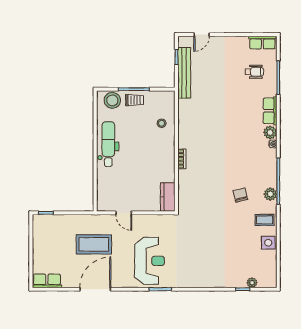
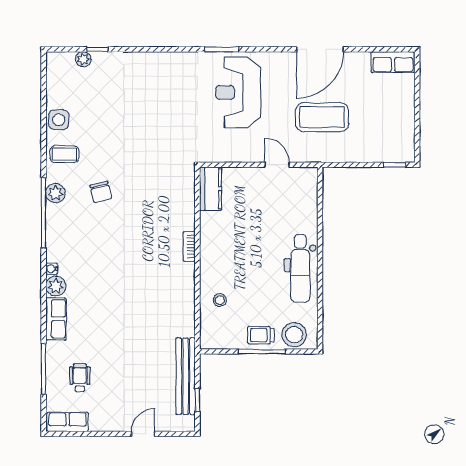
door: (202, 35) -> (143, 434), moved
wheelchair: (254, 72) -> (80, 378), turned 90

